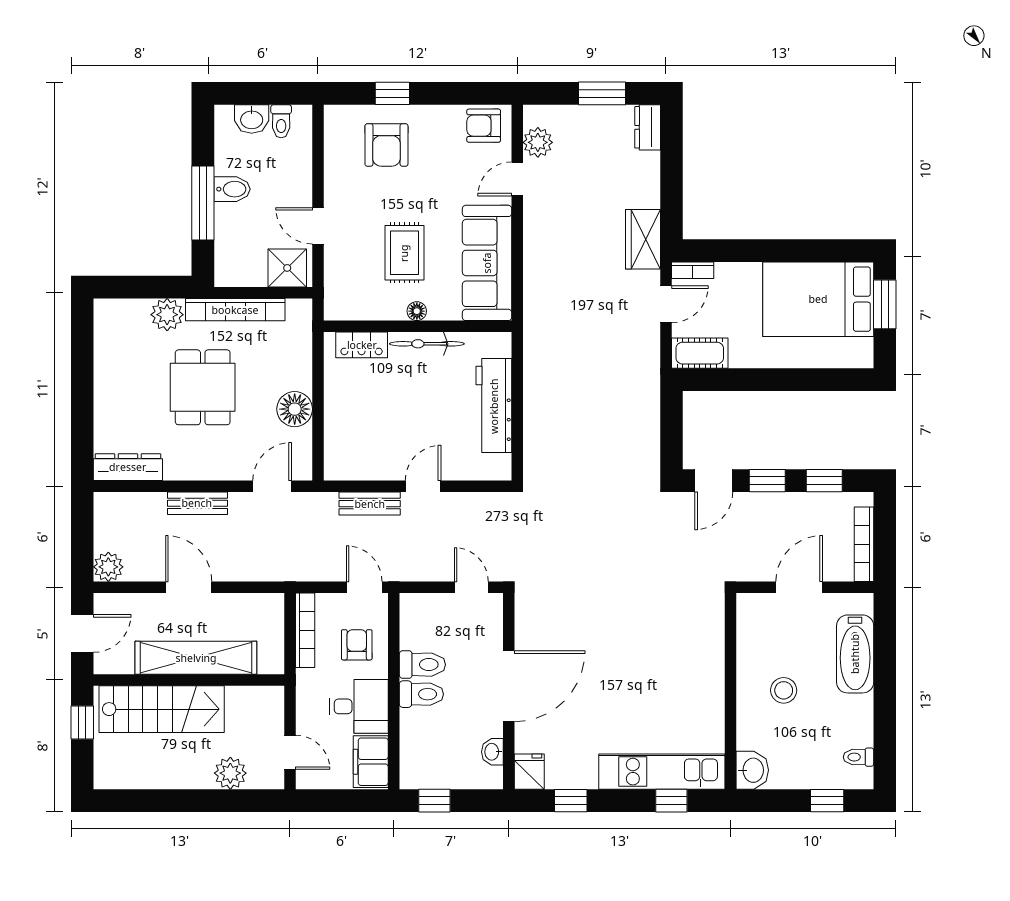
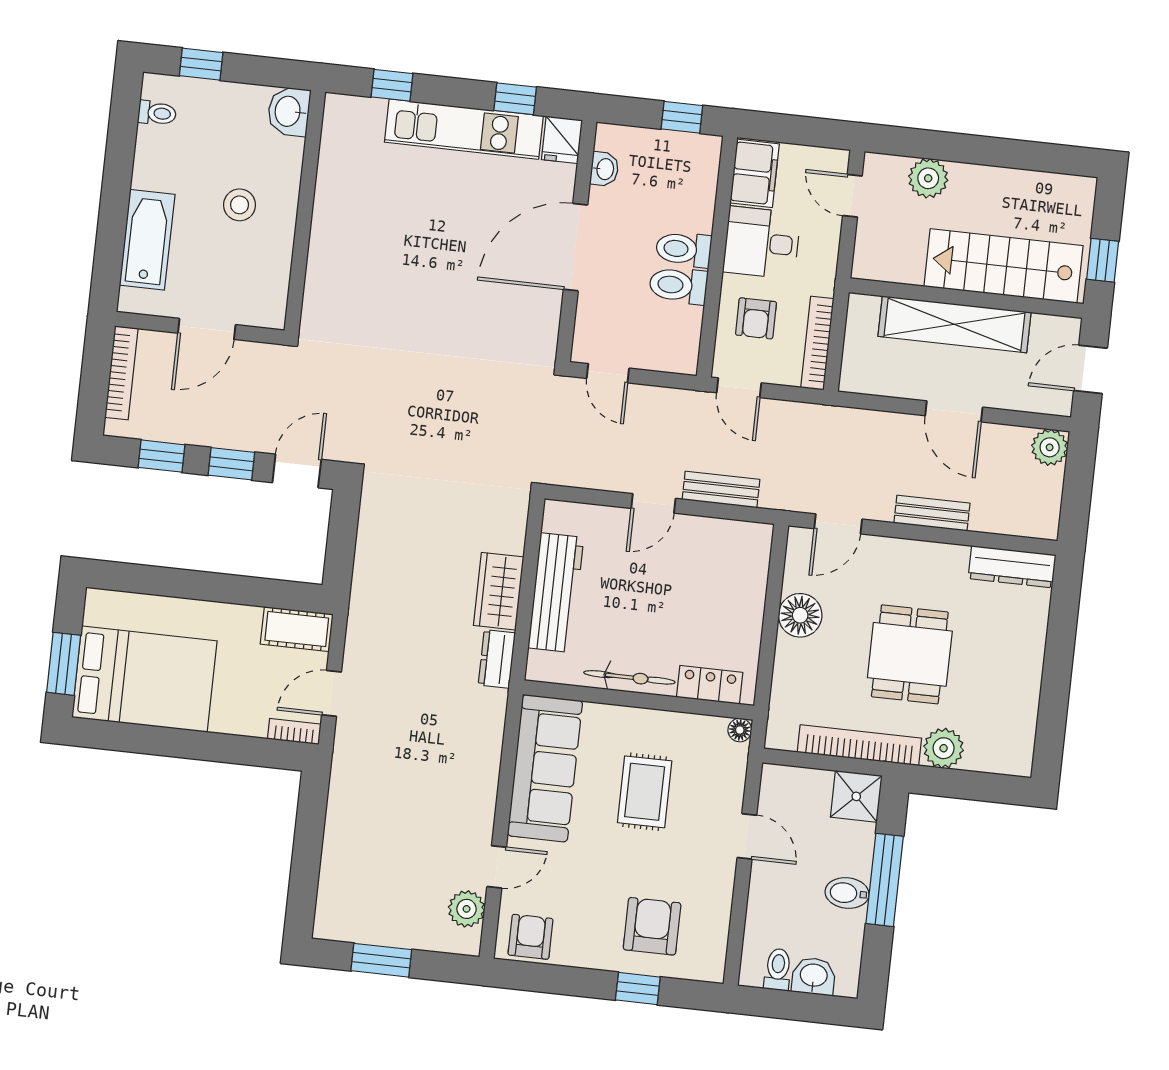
armchair: (484, 126) -> (531, 937), turned -90
dresser: (648, 127) -> (497, 659), moved, turned 180
wardrobe: (643, 239) -> (499, 591), moved, turned 180
shower: (287, 268) -> (856, 796), moved
floor lamp: (417, 311) -> (740, 730), moved
kitchen unit: (662, 772) -> (464, 129), moved

